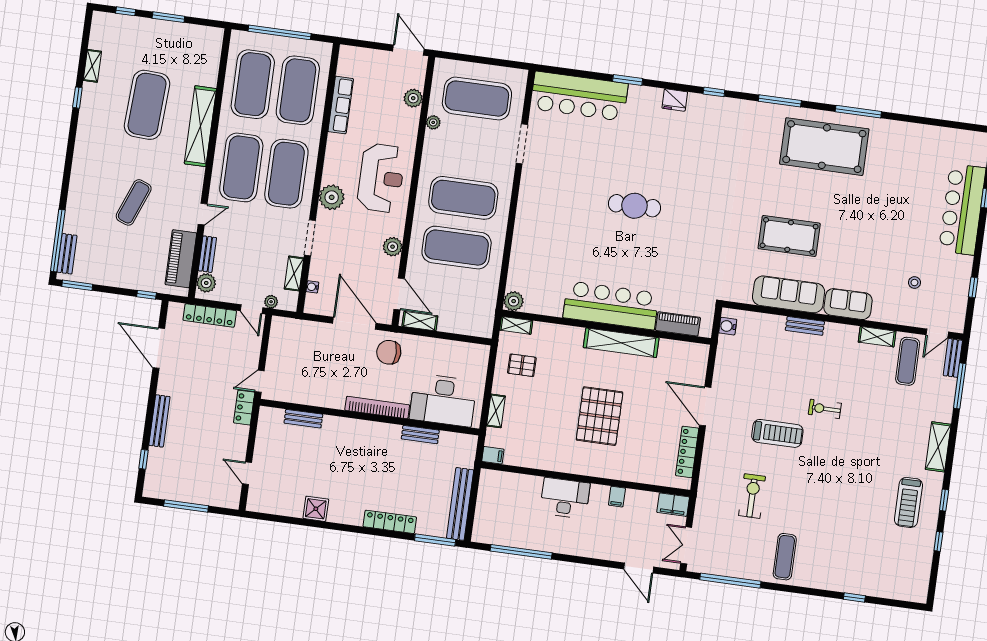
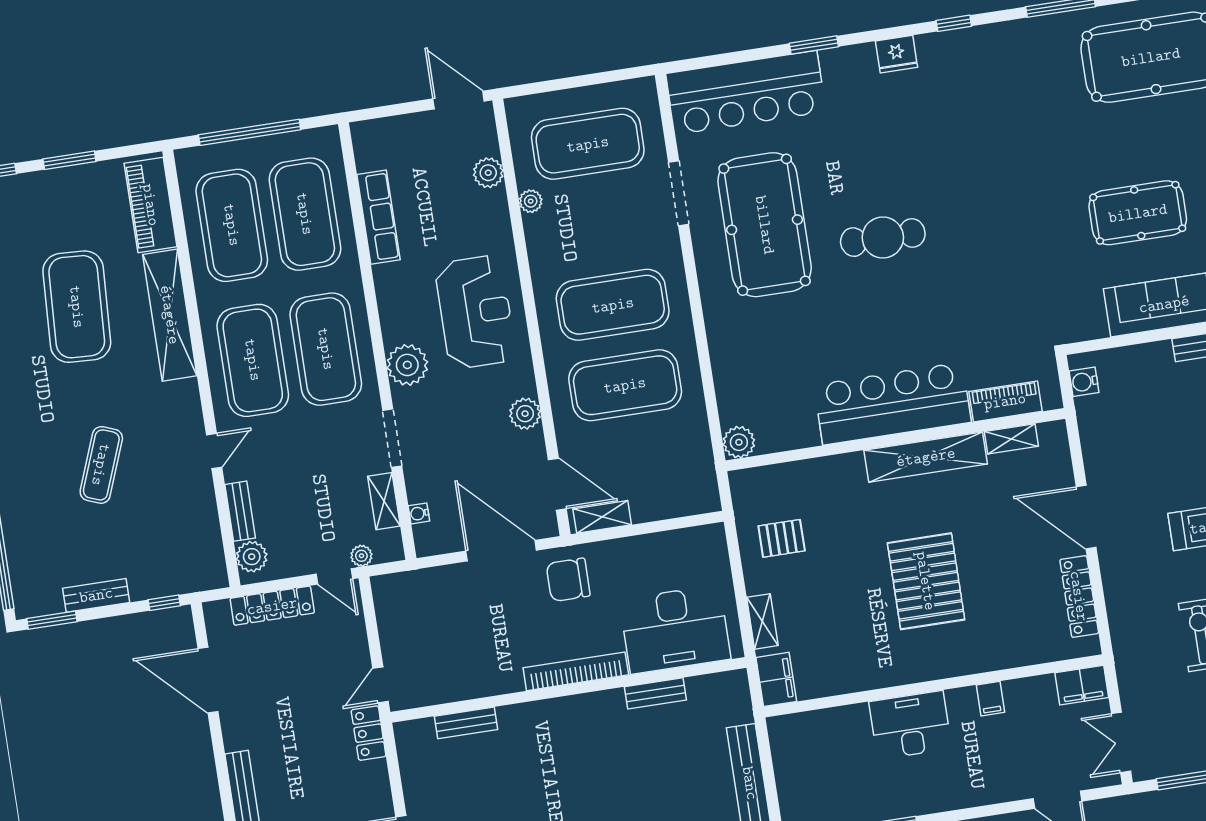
pool table: (567, 177) -> (765, 225), added
bench: (67, 254) -> (96, 595), moved, turned 90
piano: (181, 259) -> (151, 205), moved
shelving: (516, 325) -> (1011, 439), moved
filing cabinet: (493, 455) -> (776, 679), width x2.00

